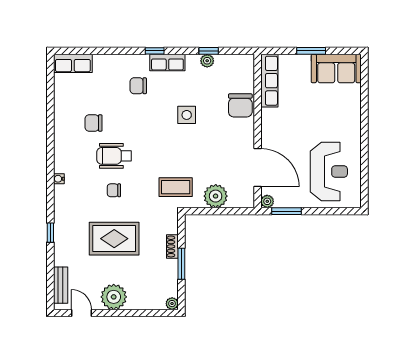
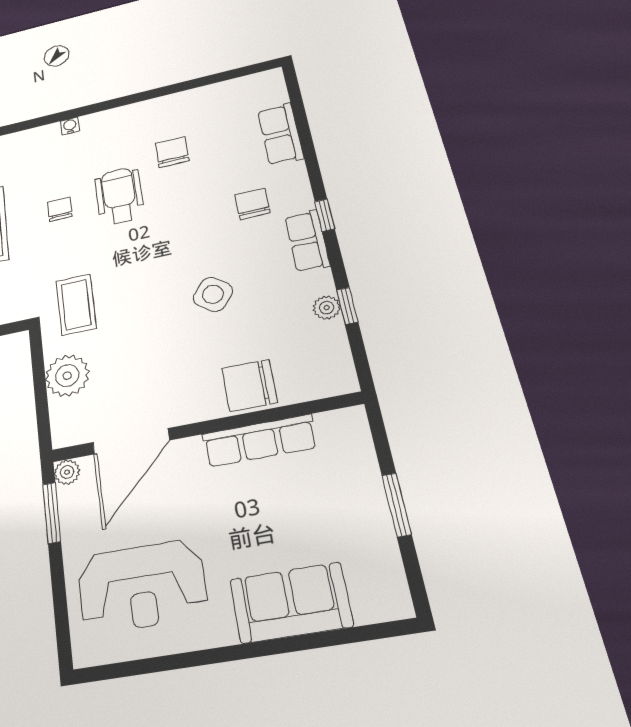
row of seats: (73, 63) -> (280, 134), moved
sofa: (336, 68) -> (291, 603), moved, turned 90
row of seats: (269, 81) -> (259, 441), moved
side table: (187, 115) -> (213, 294), turned 38

